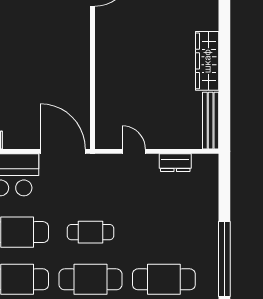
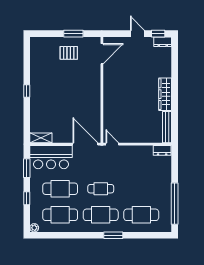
door: (134, 151) -> (112, 144), moved
dresser: (175, 163) -> (162, 150), moved

